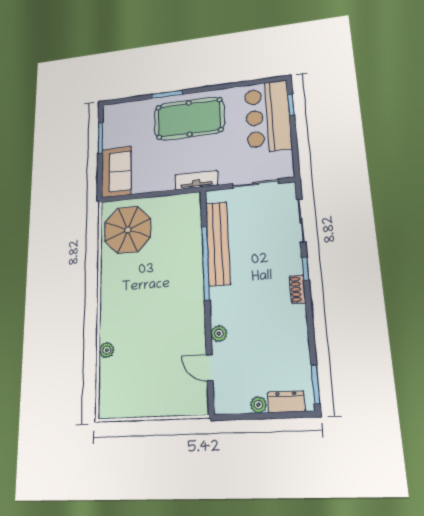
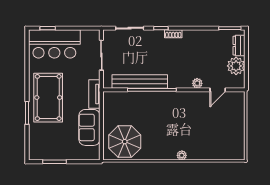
sofa: (116, 172) -> (89, 127), moved, turned -90
plant: (107, 350) -> (182, 155), moved
plant: (258, 405) -> (236, 66), width x1.87, depth x1.87

